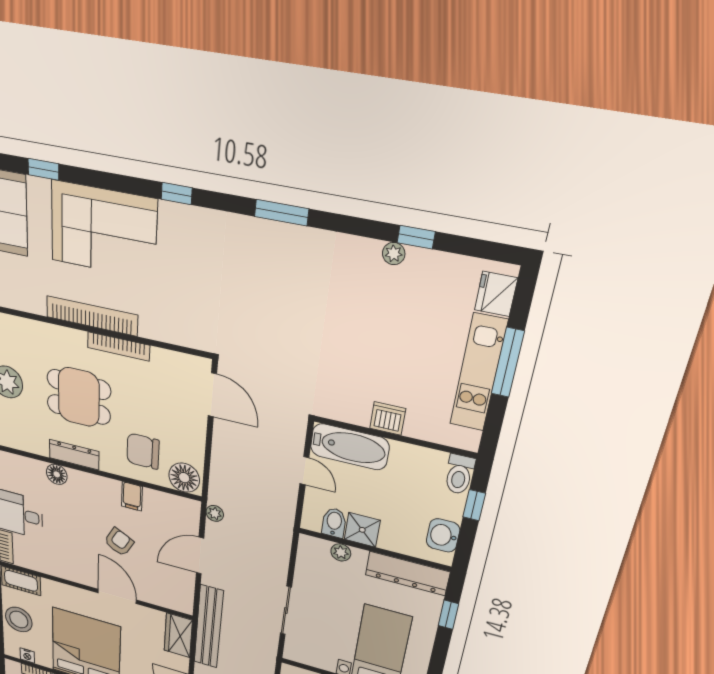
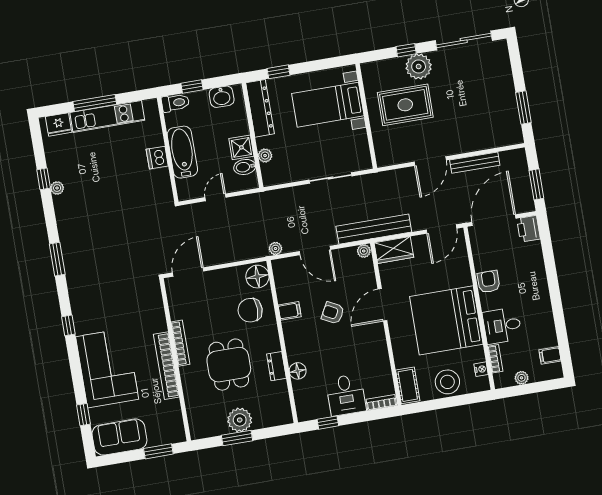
bathtub: (350, 447) -> (182, 152), moved
chair: (143, 451) -> (250, 310), turned 90
dresser: (74, 455) -> (276, 366), width x0.70
plant: (185, 606) -> (364, 251), added

